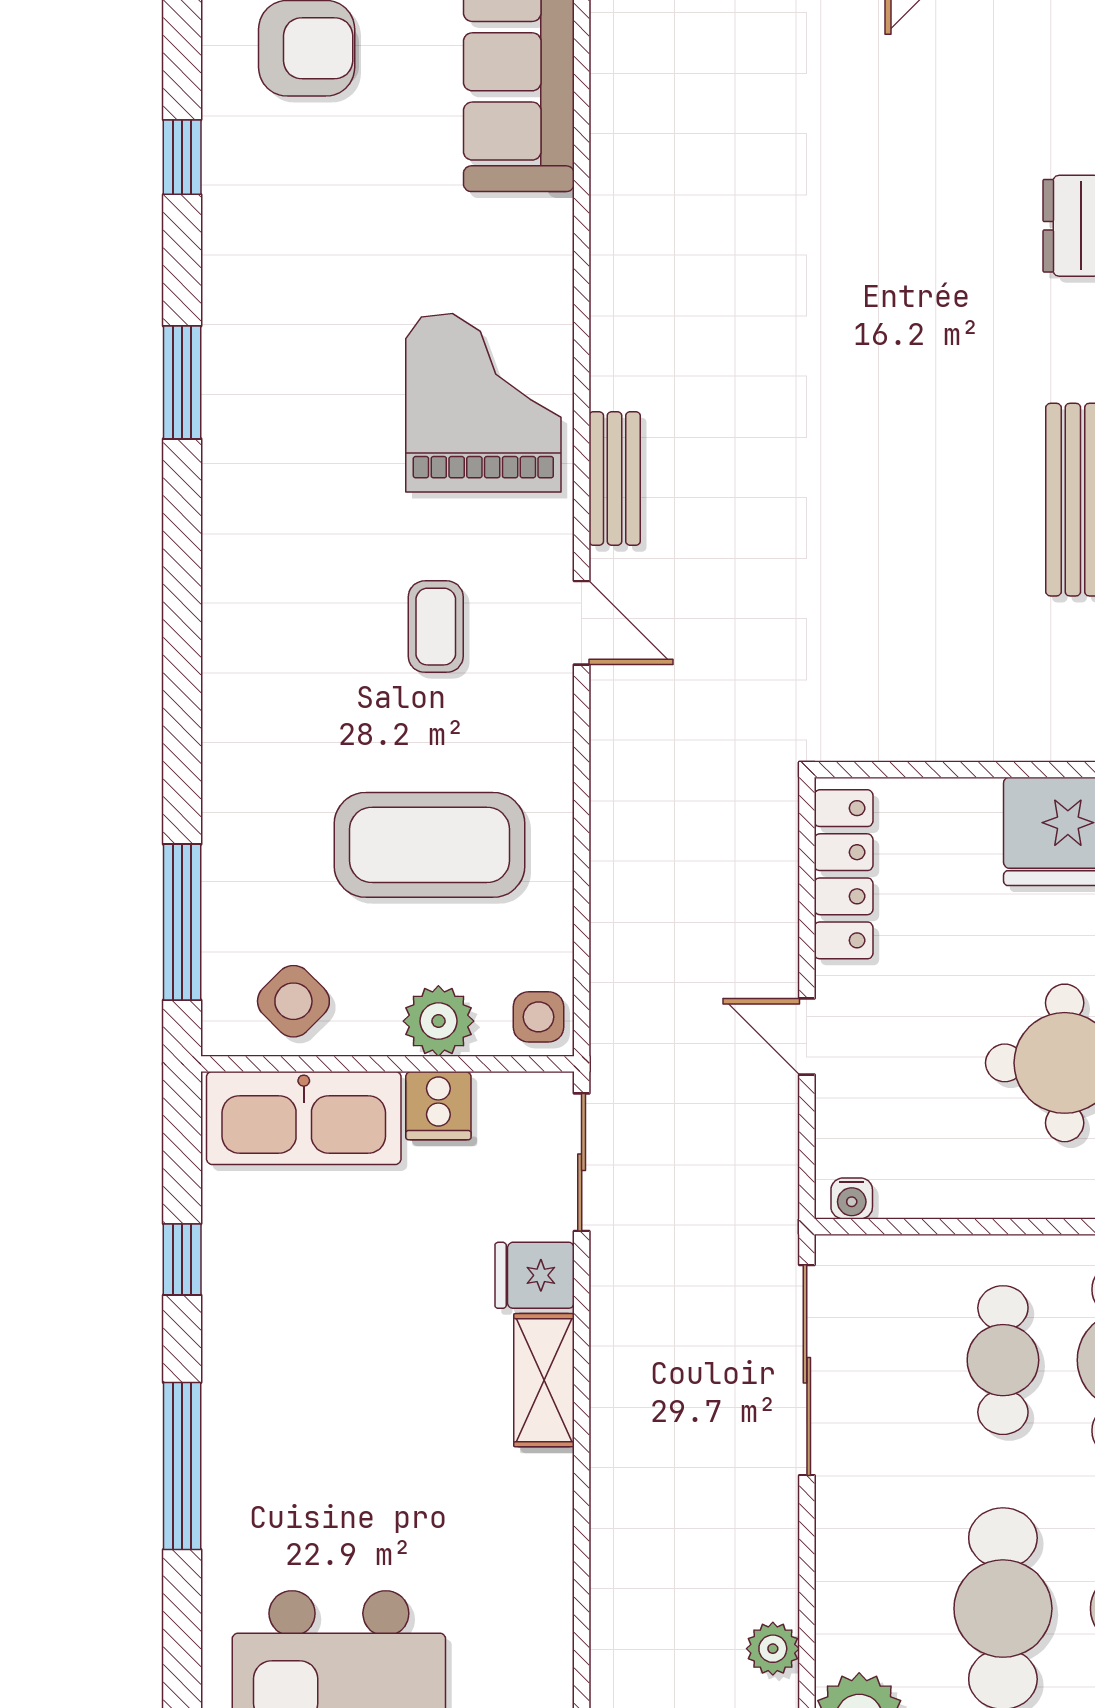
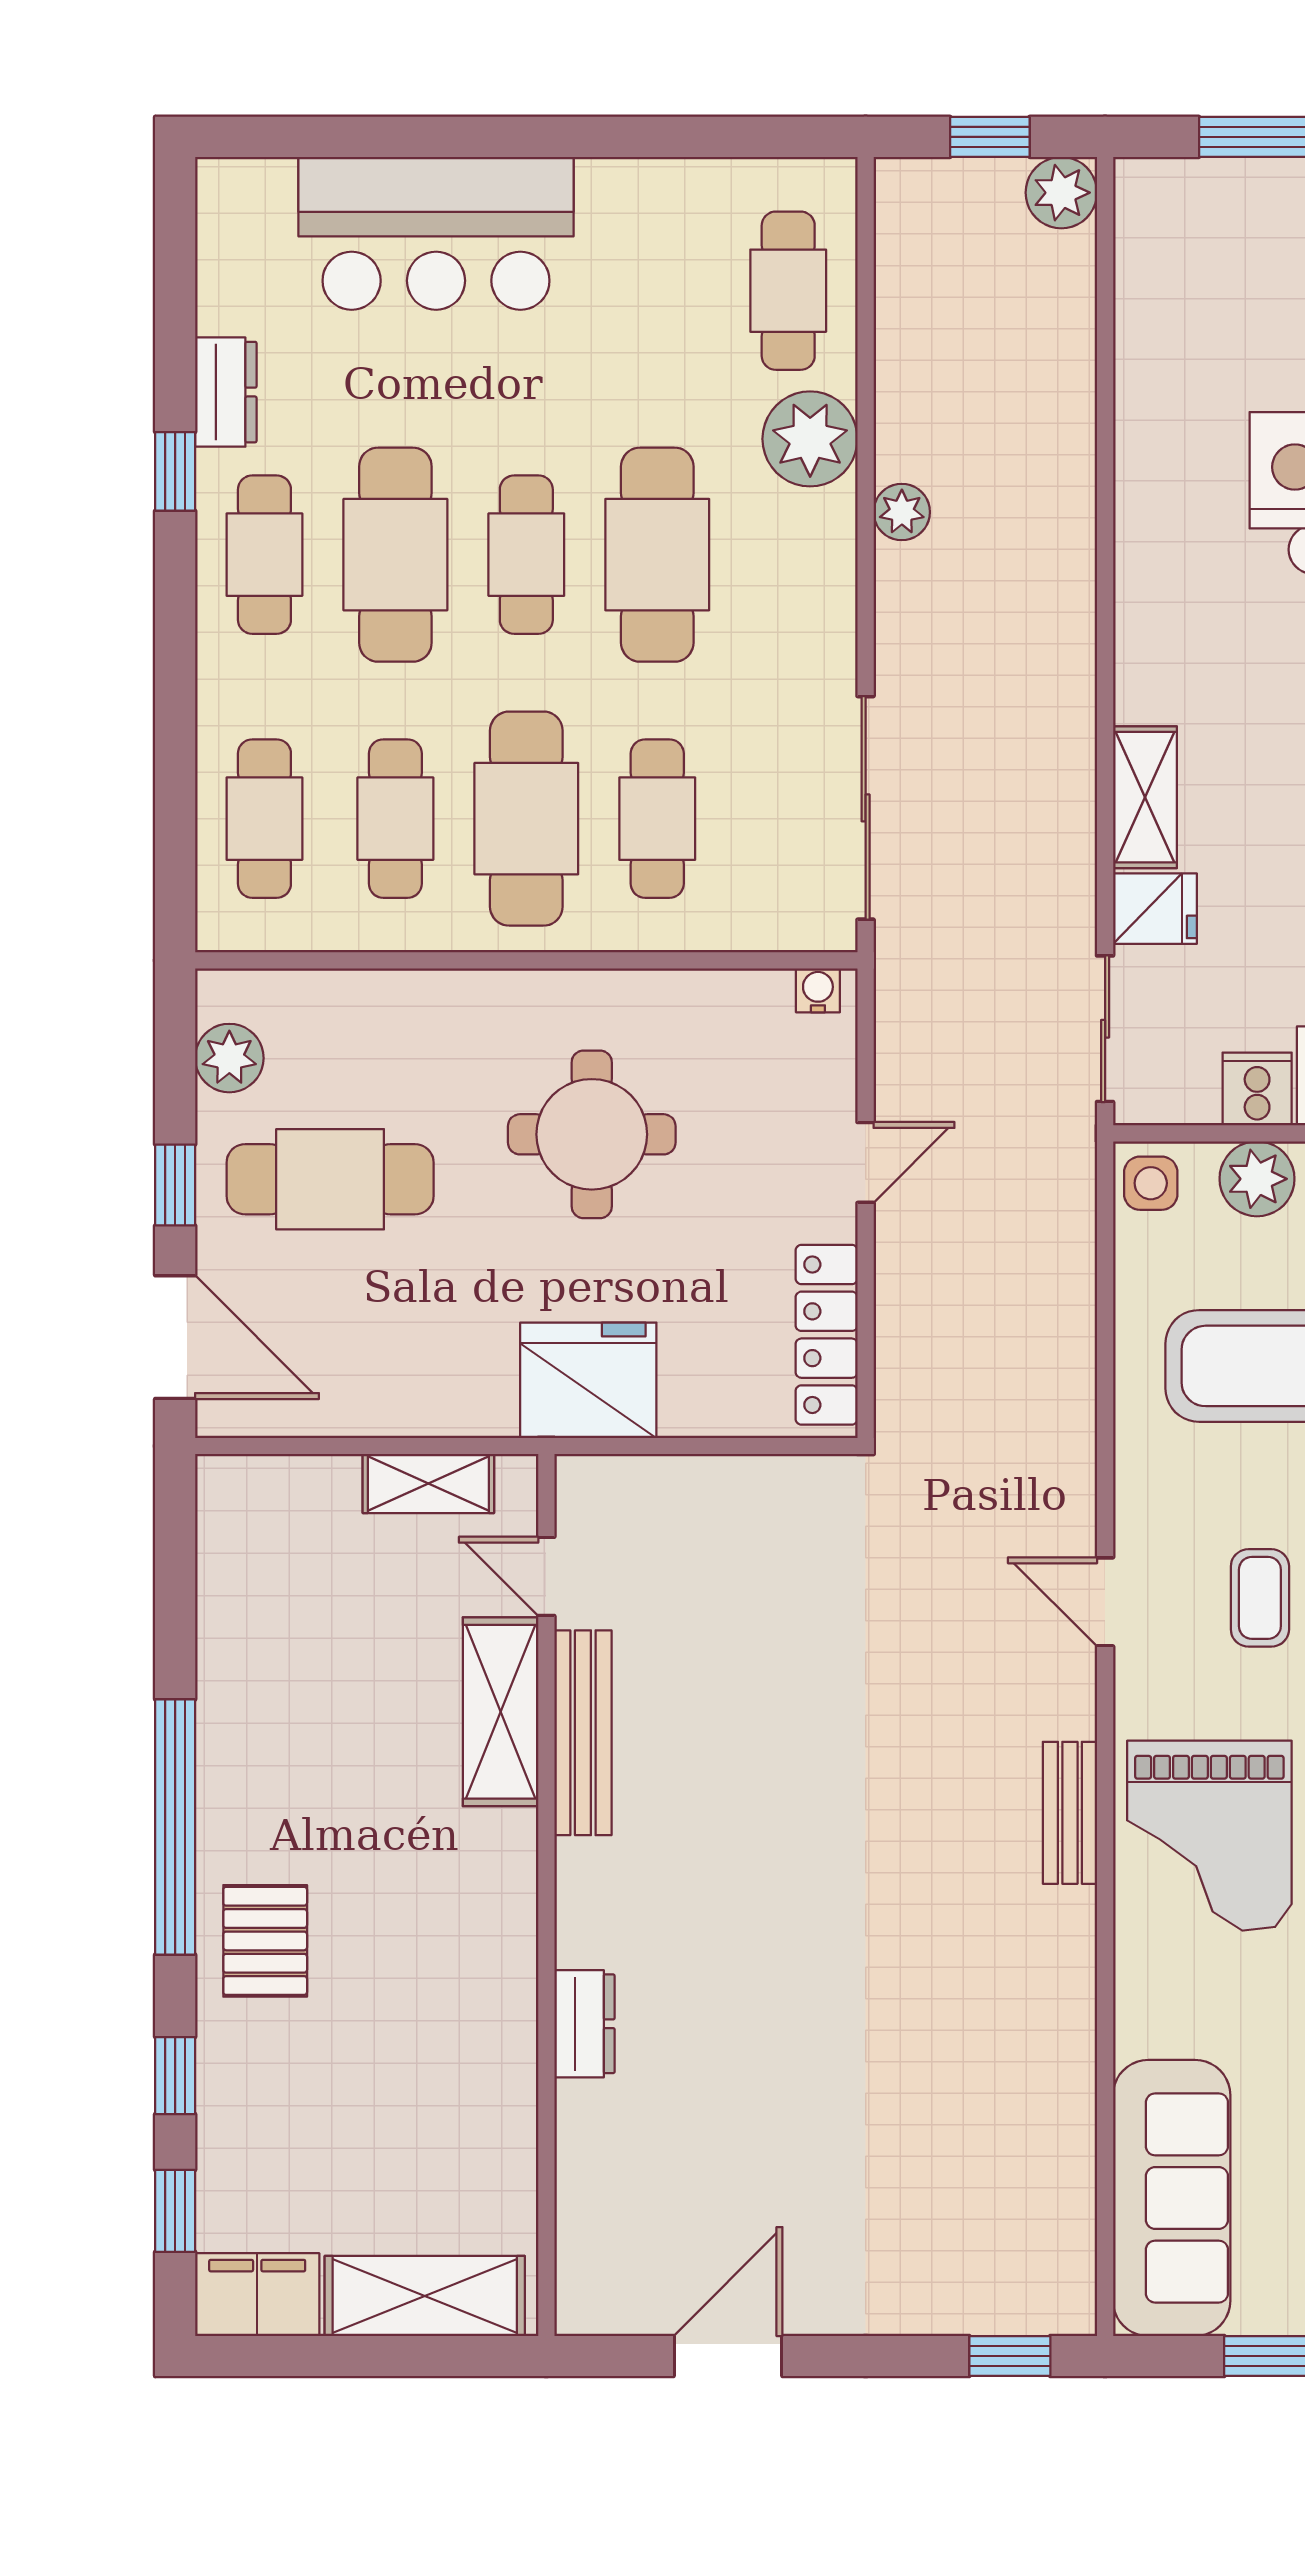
bench: (615, 478) -> (1070, 1813), moved
door: (807, 1036) -> (866, 1162), hinge flipped

